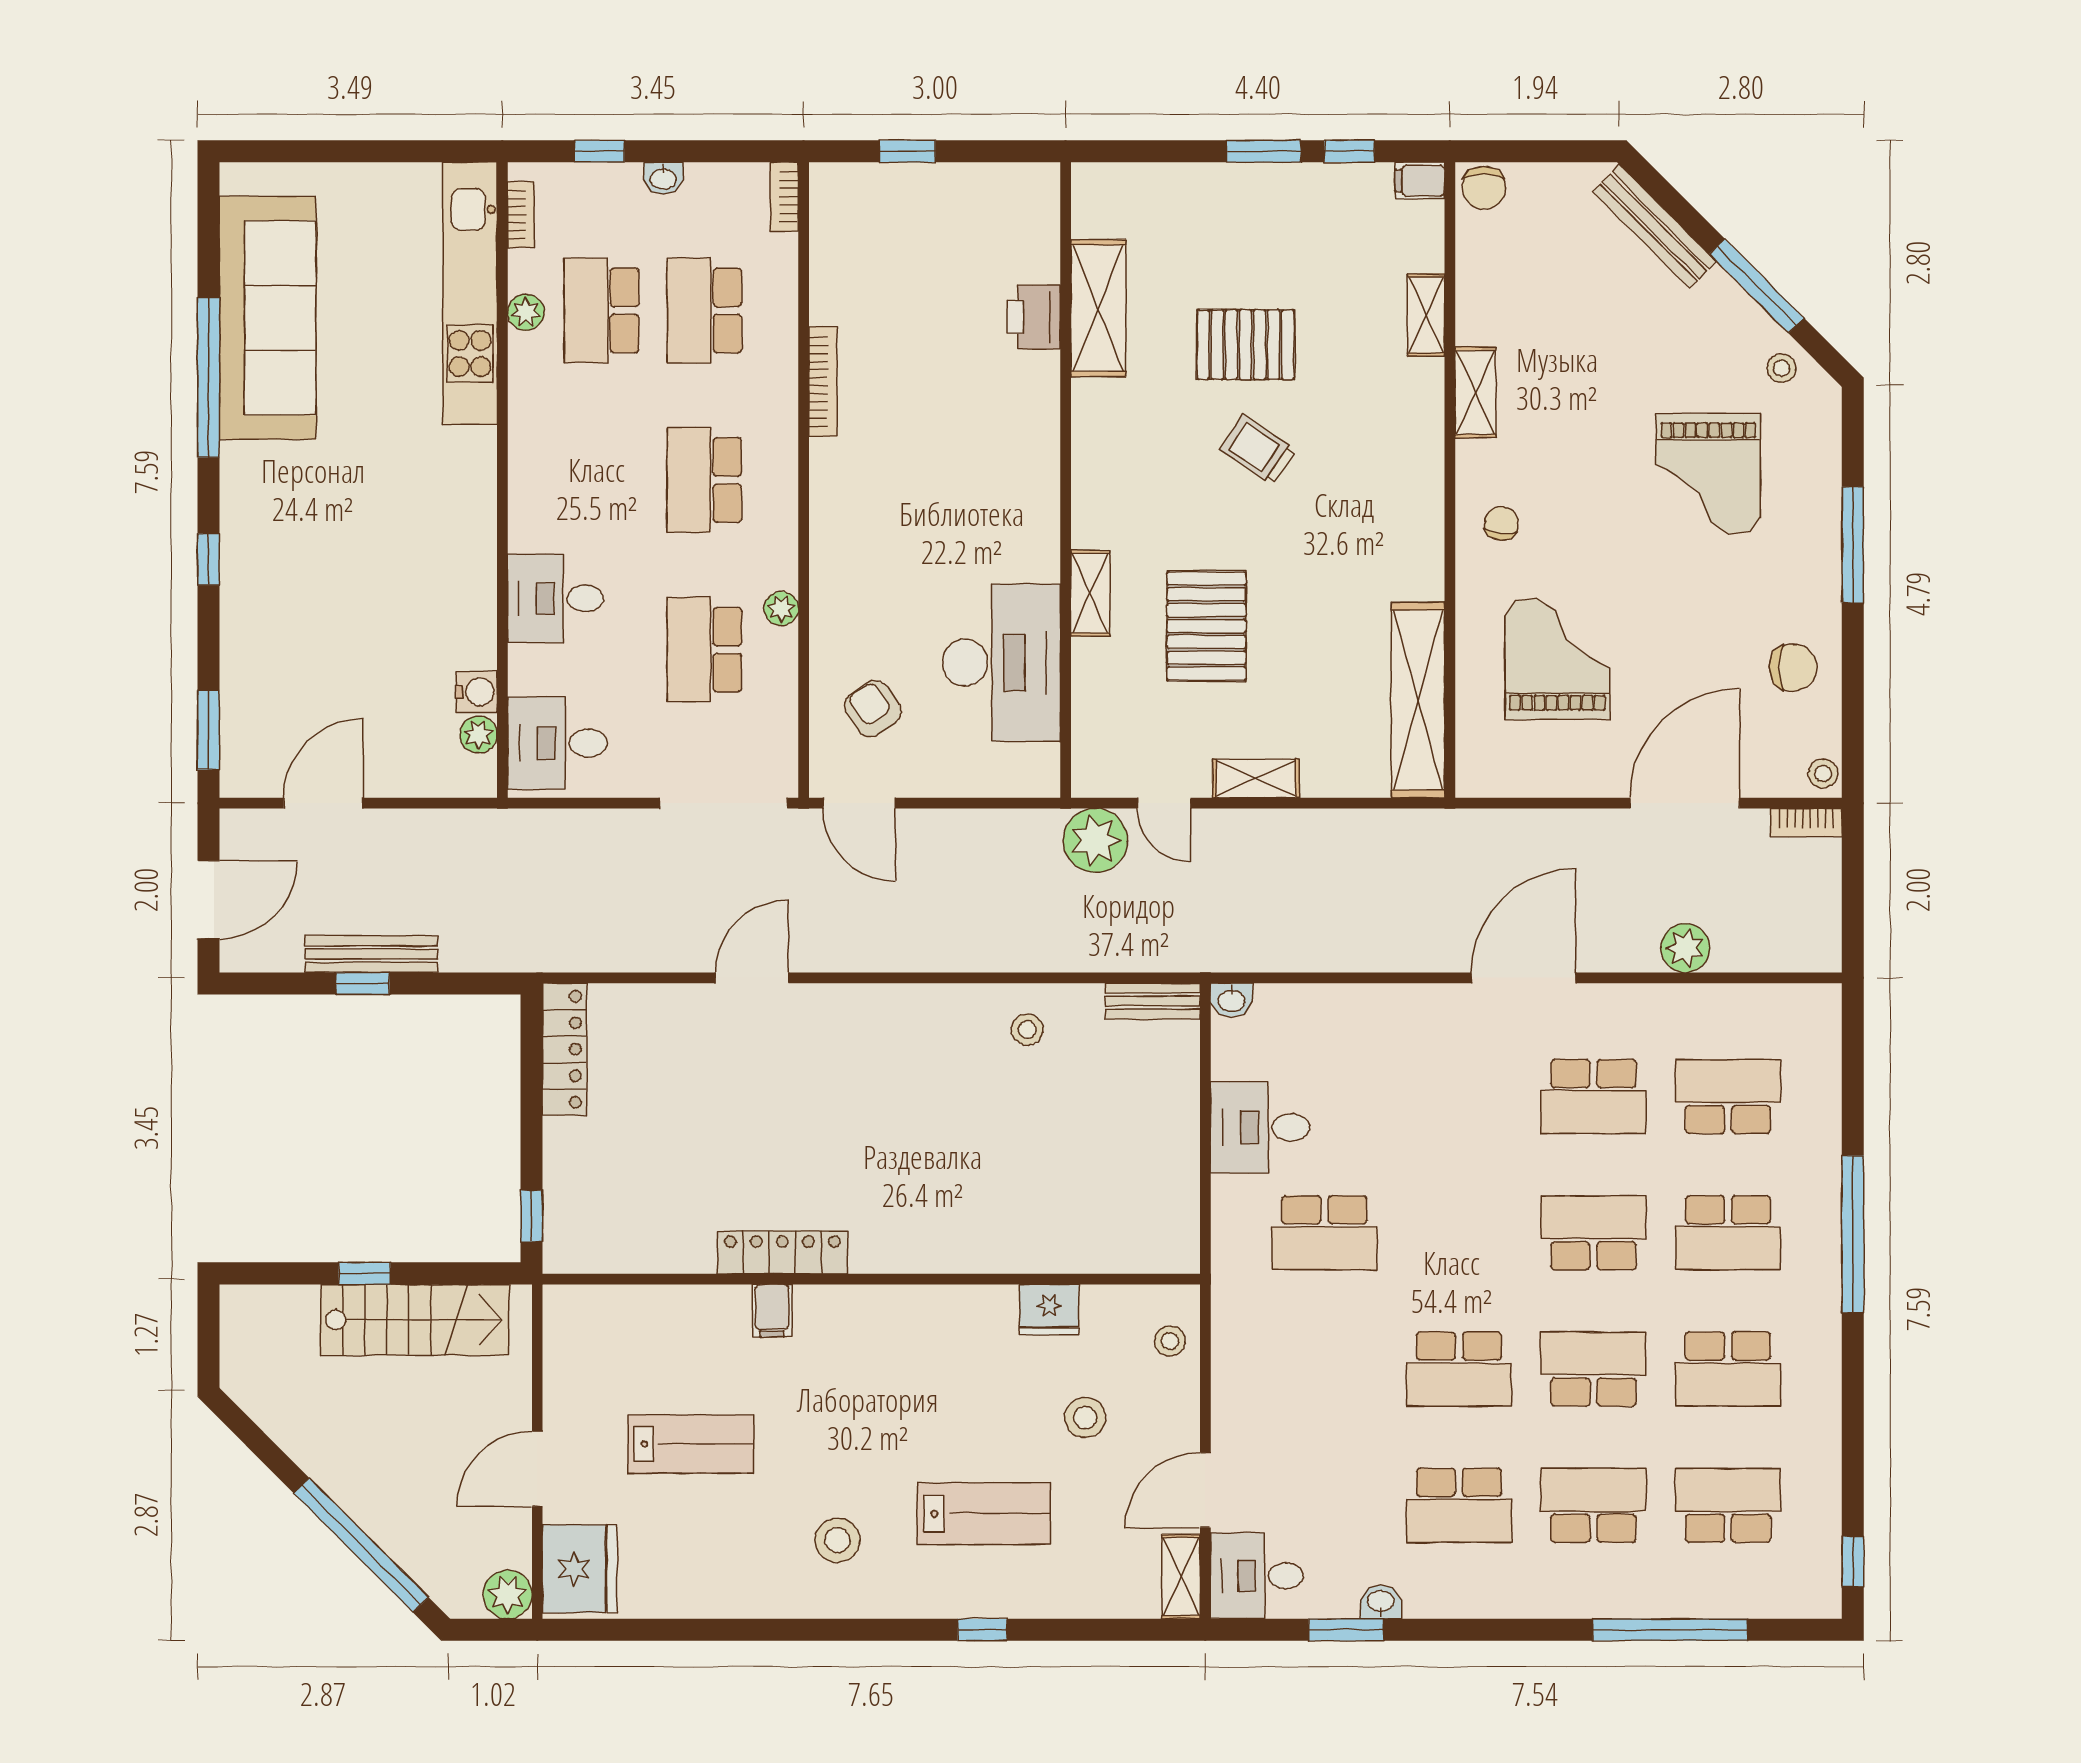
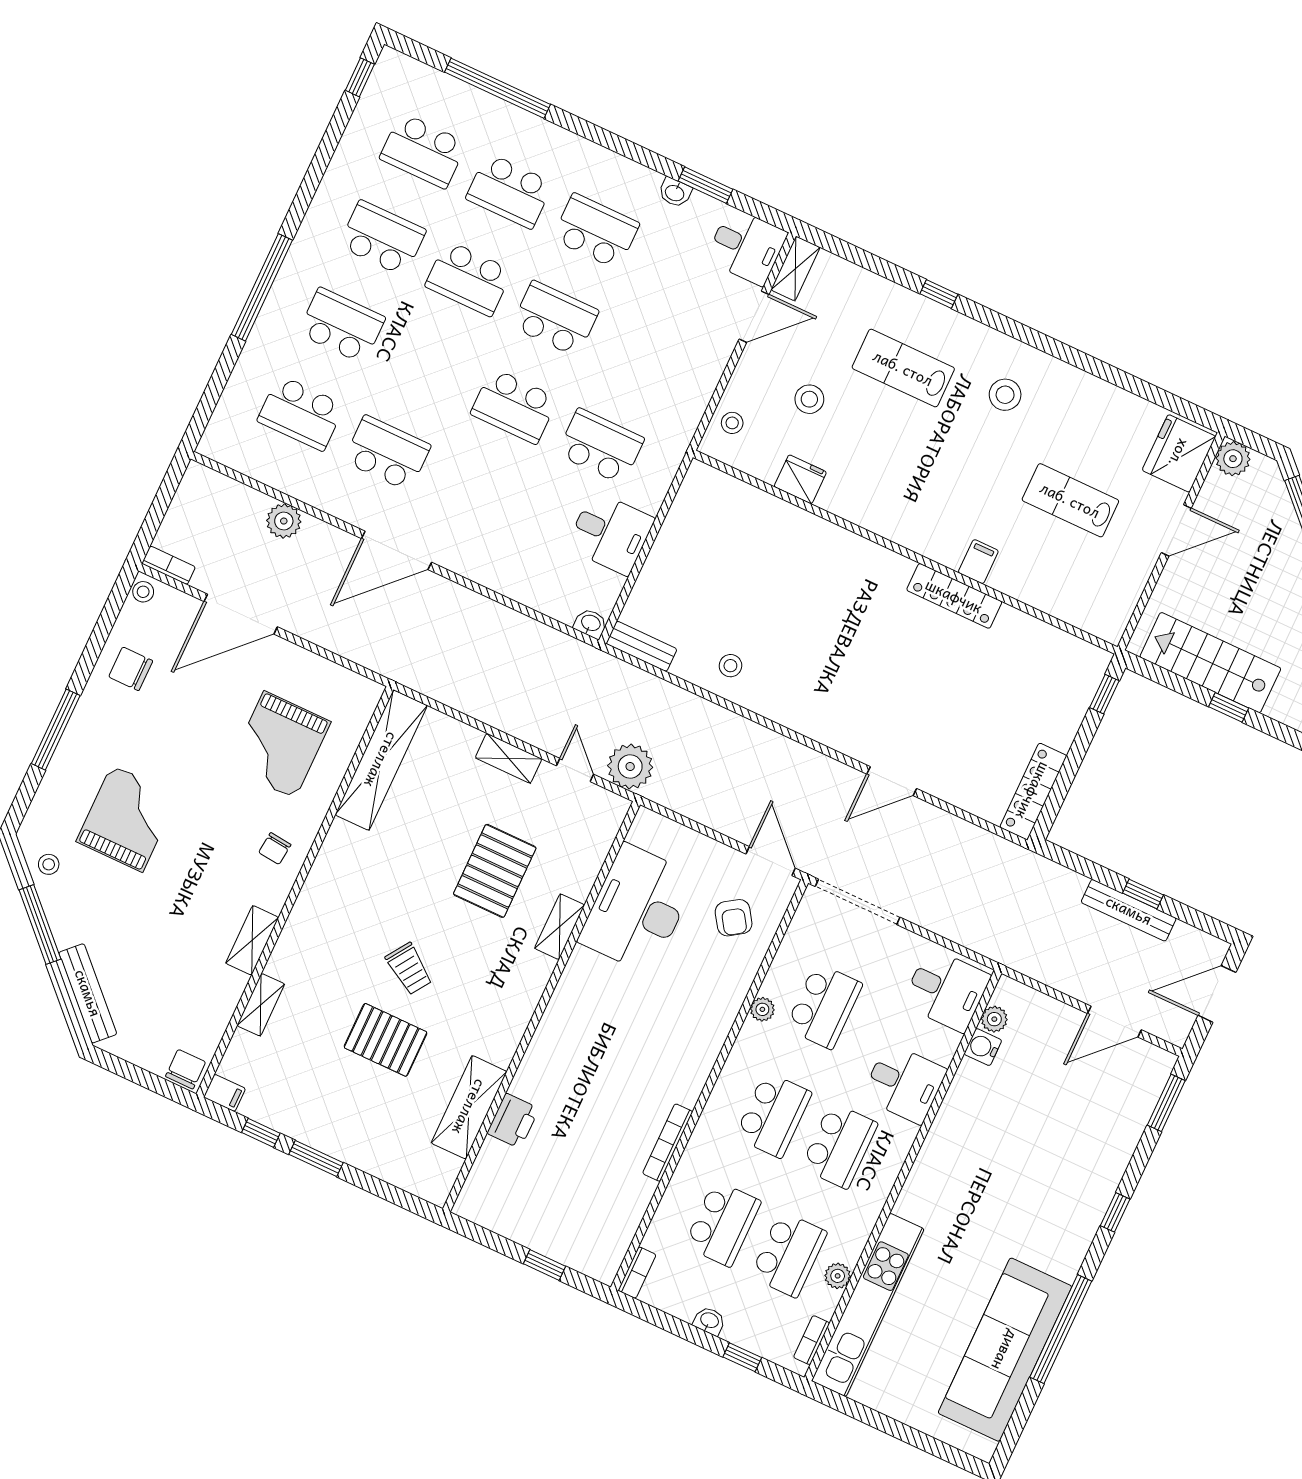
school desk: (602, 480) -> (839, 1146), added
school desk: (1593, 1233) -> (514, 406), moved

